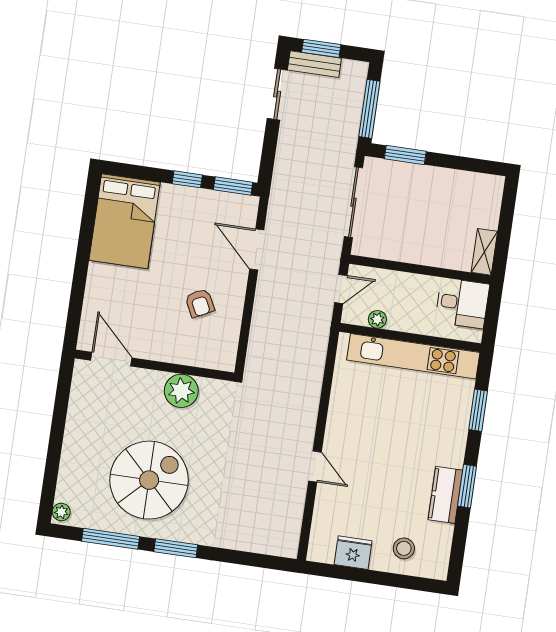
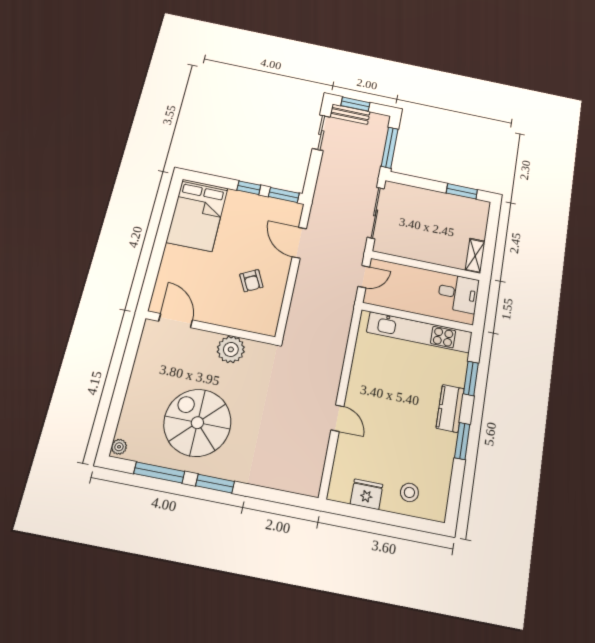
window: (405, 155) -> (462, 191), moved
plant: (377, 319) -> (392, 302), removed
spiral stairs: (149, 480) -> (197, 423), turned -90
kitchen counter: (445, 495) -> (450, 408), moved

